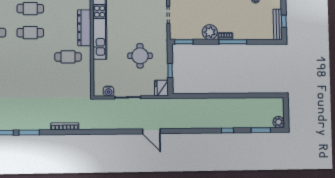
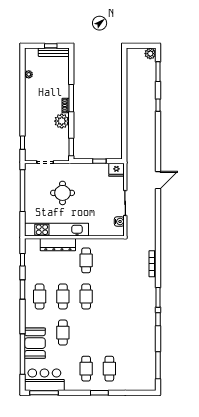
round table: (140, 56) -> (63, 193), moved
cafe table: (30, 57) -> (86, 296), added

